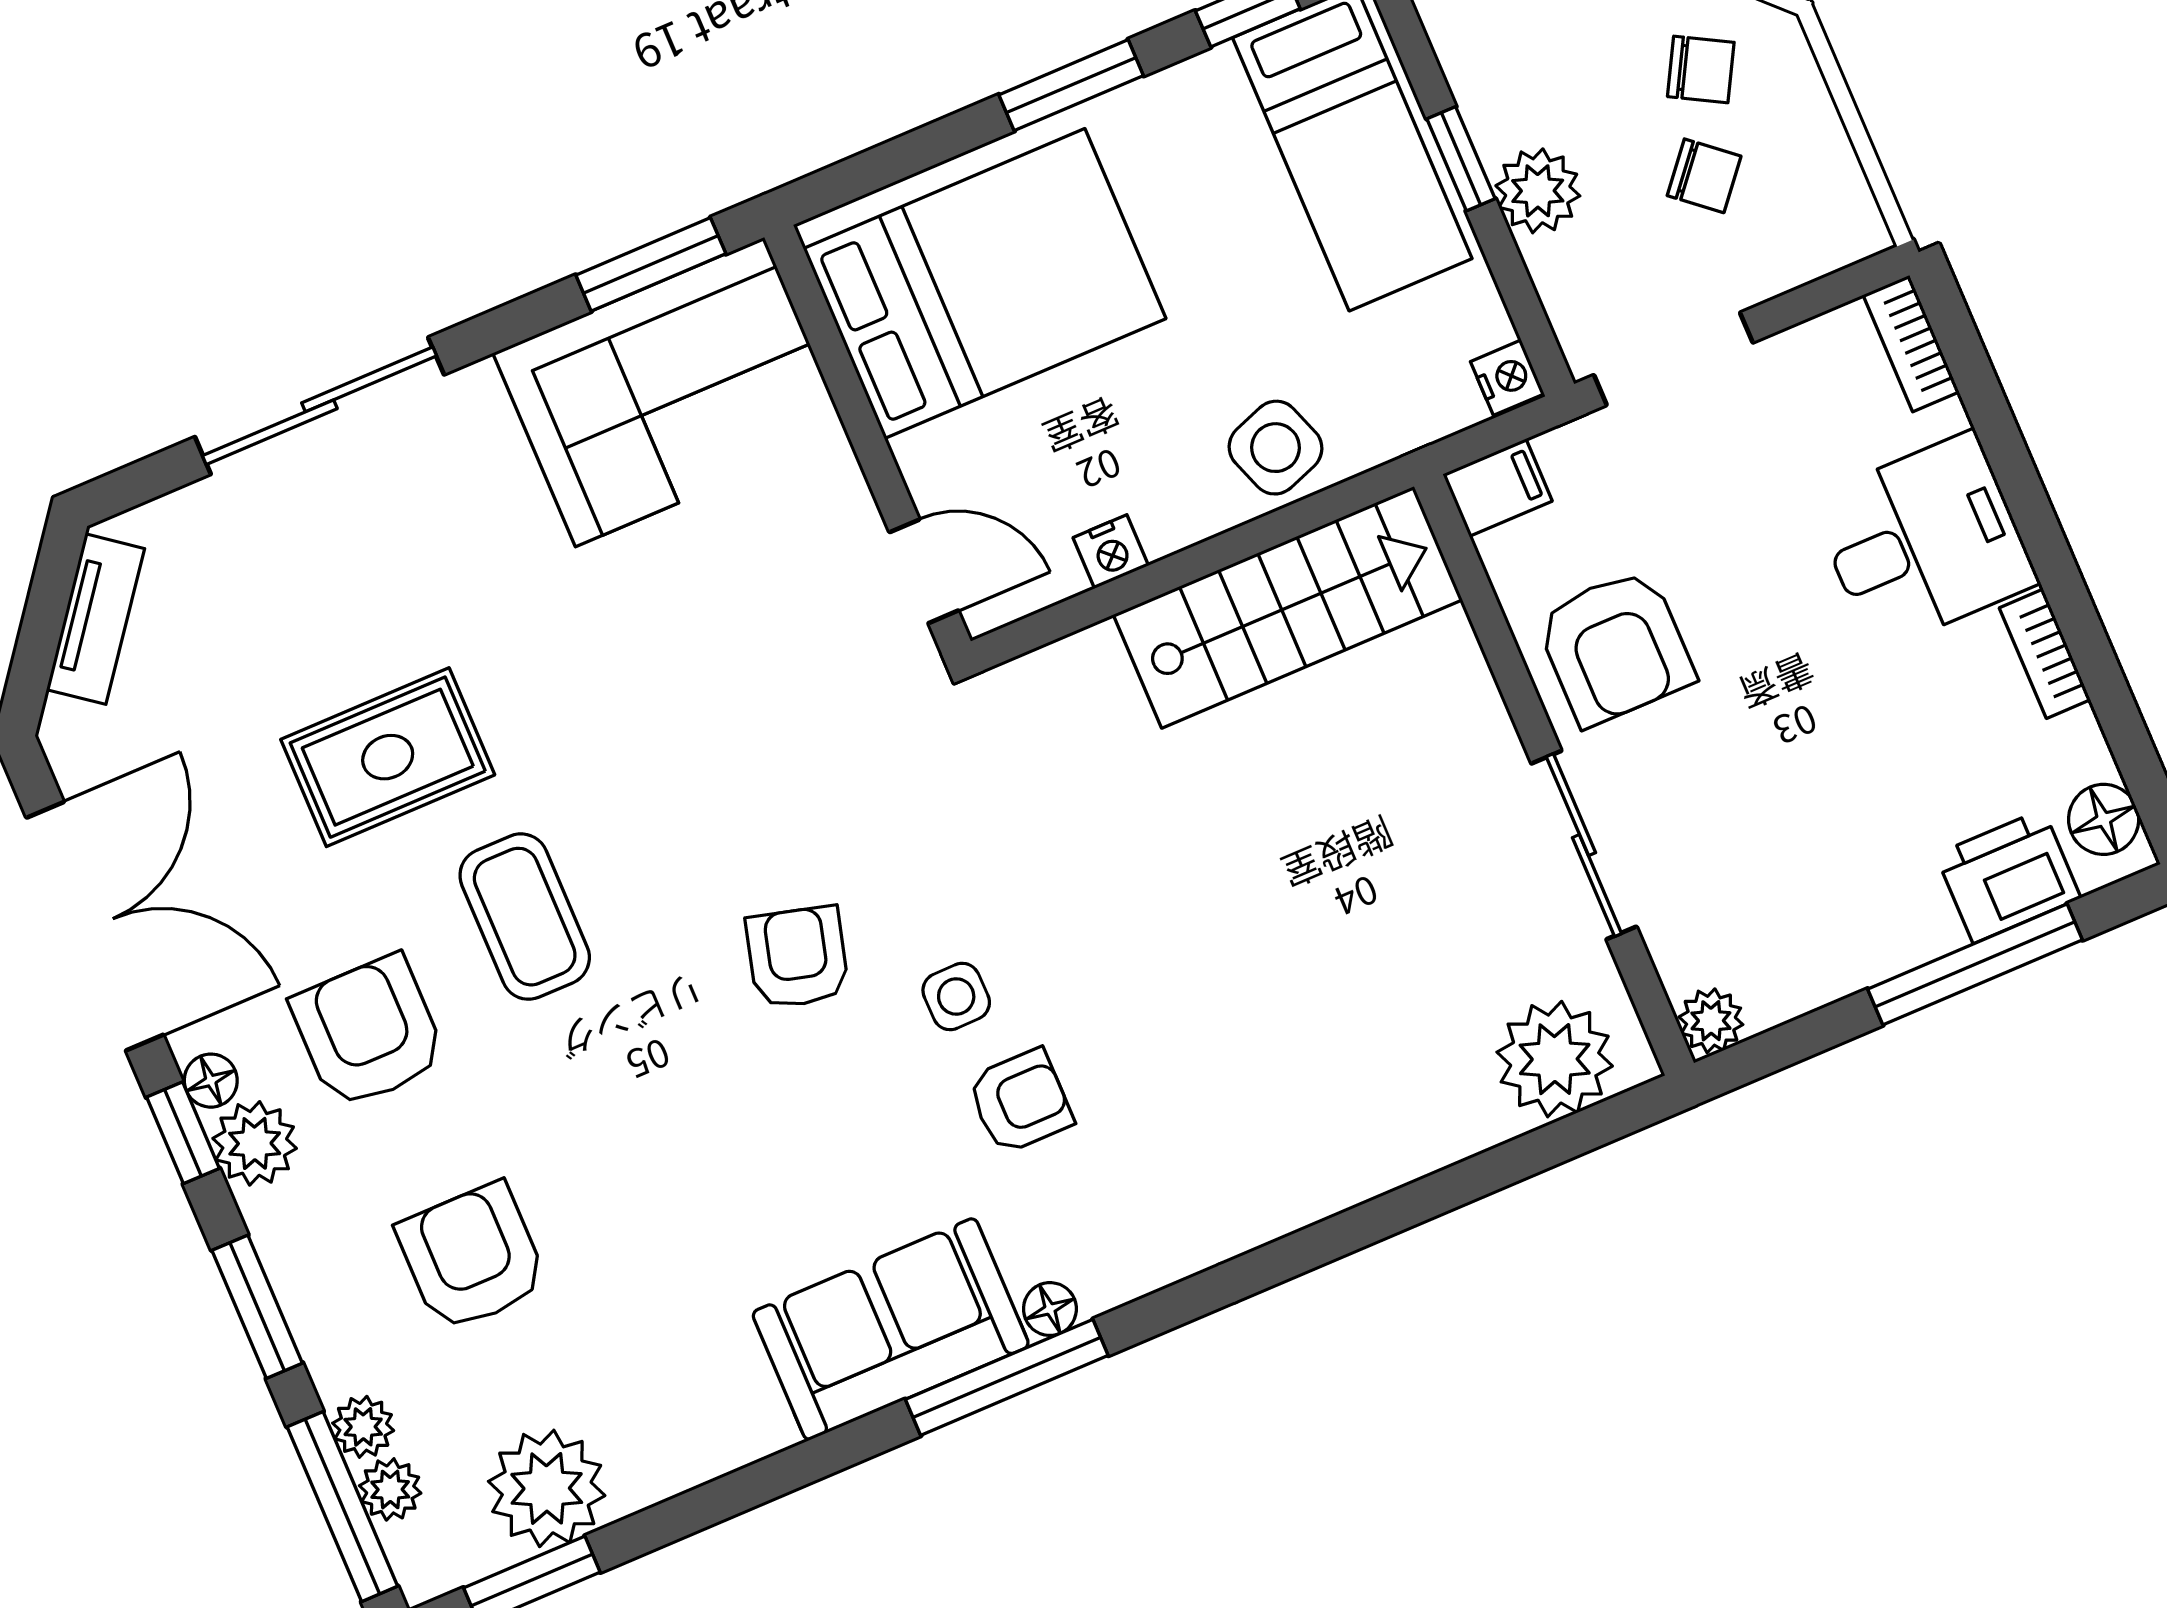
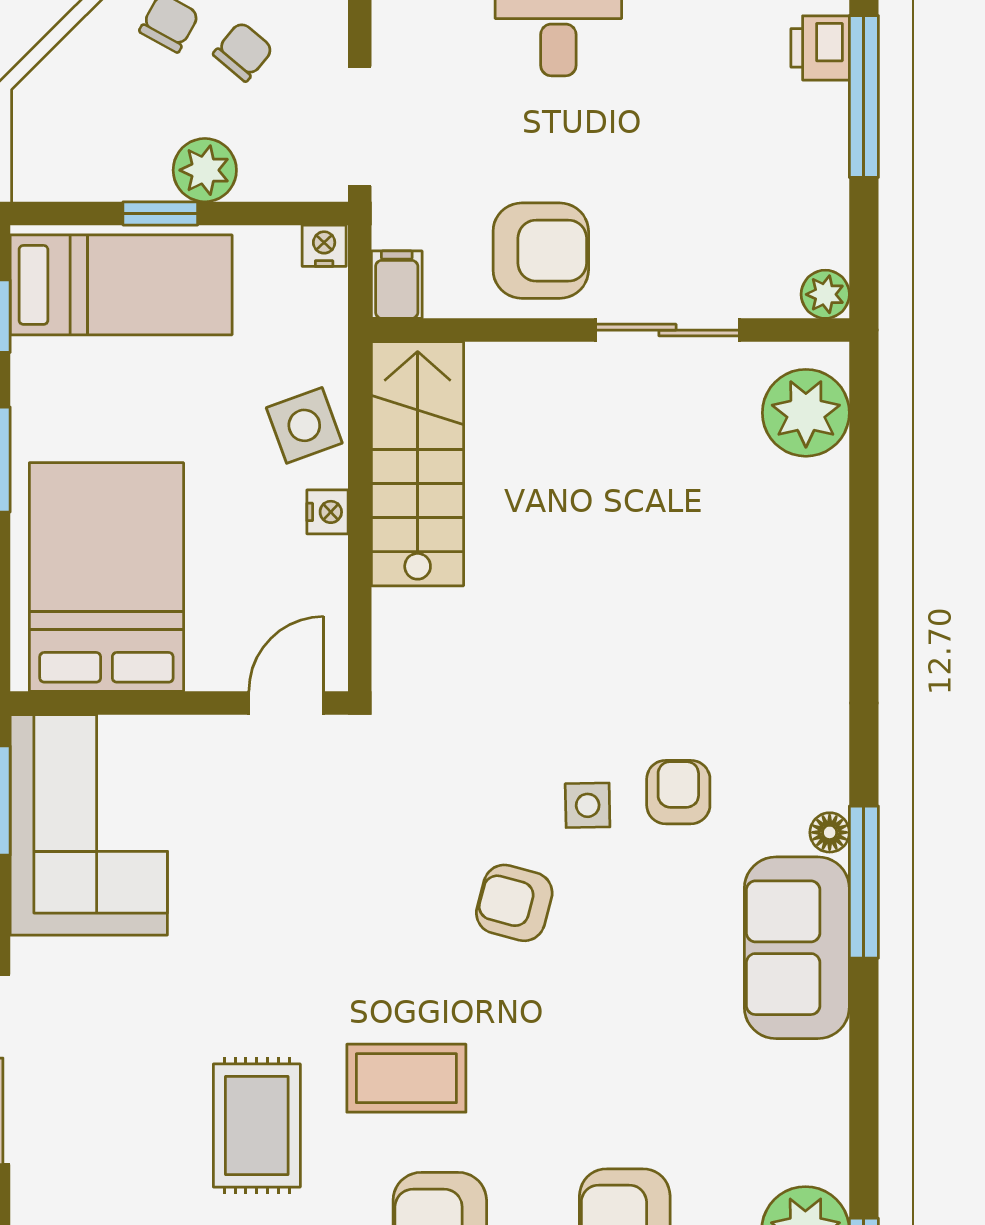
nightstand: (1111, 552) -> (327, 512), moved
printer: (2008, 876) -> (820, 48), width x0.73, depth x0.81

